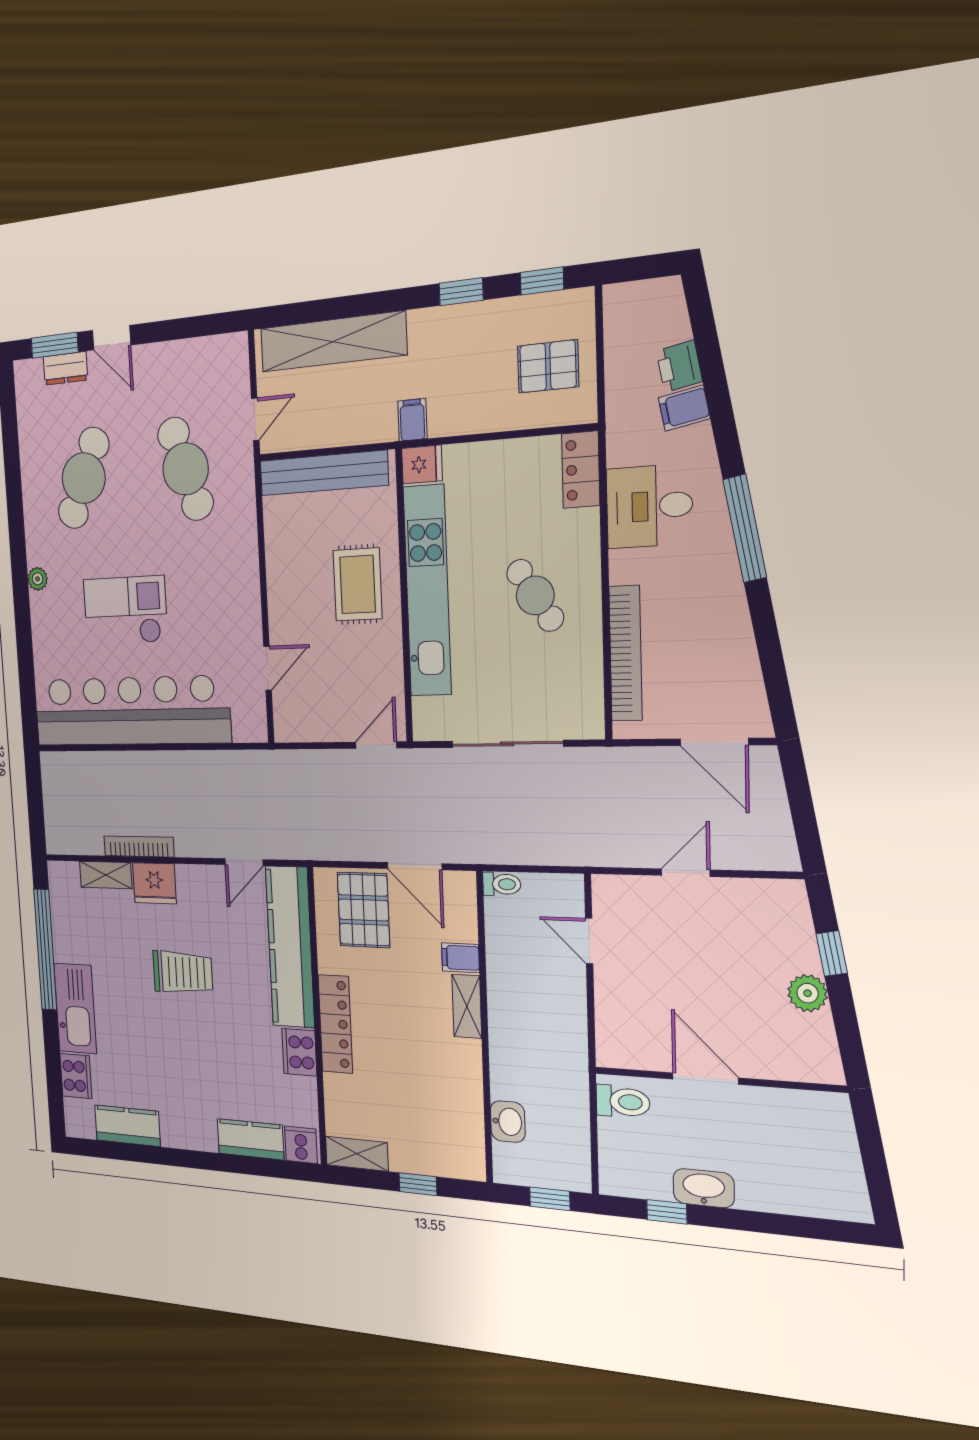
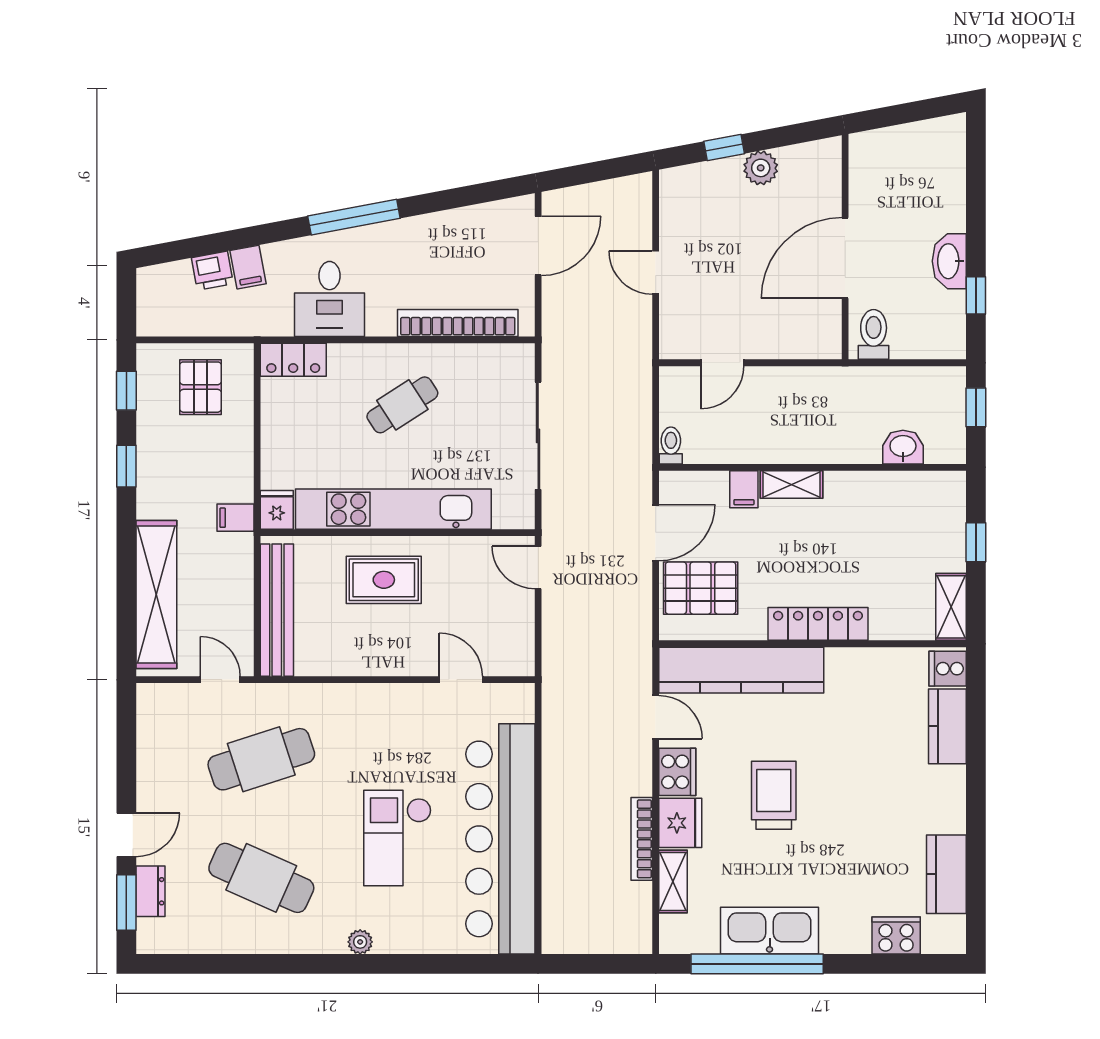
kitchen sink: (75, 1008) -> (770, 931), moved
cooker: (299, 1052) -> (677, 772), moved, turned -90
door: (705, 1079) -> (845, 258), width x1.36

